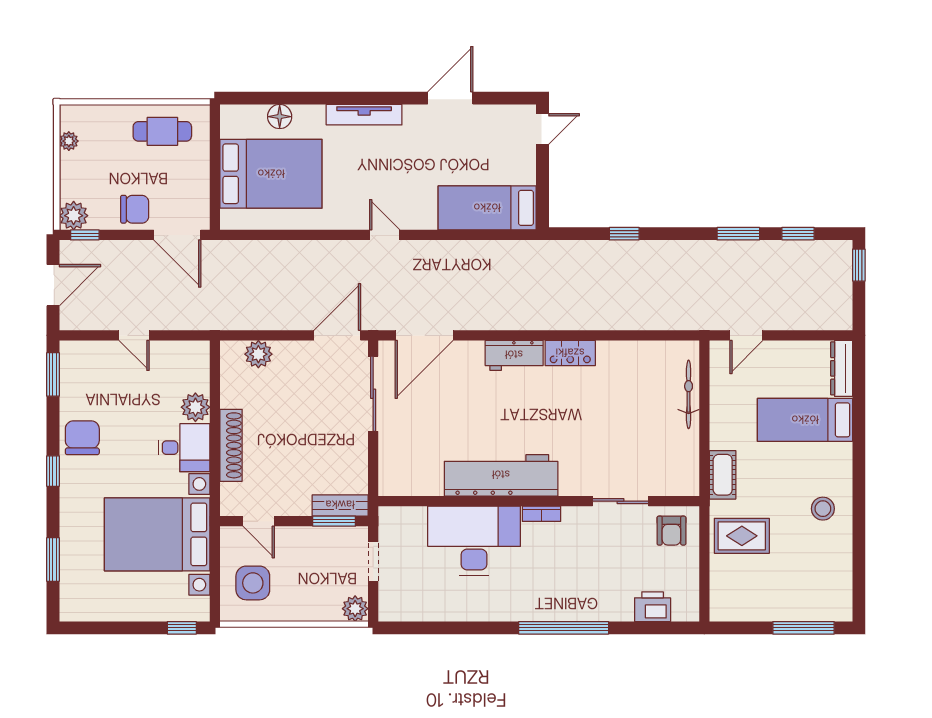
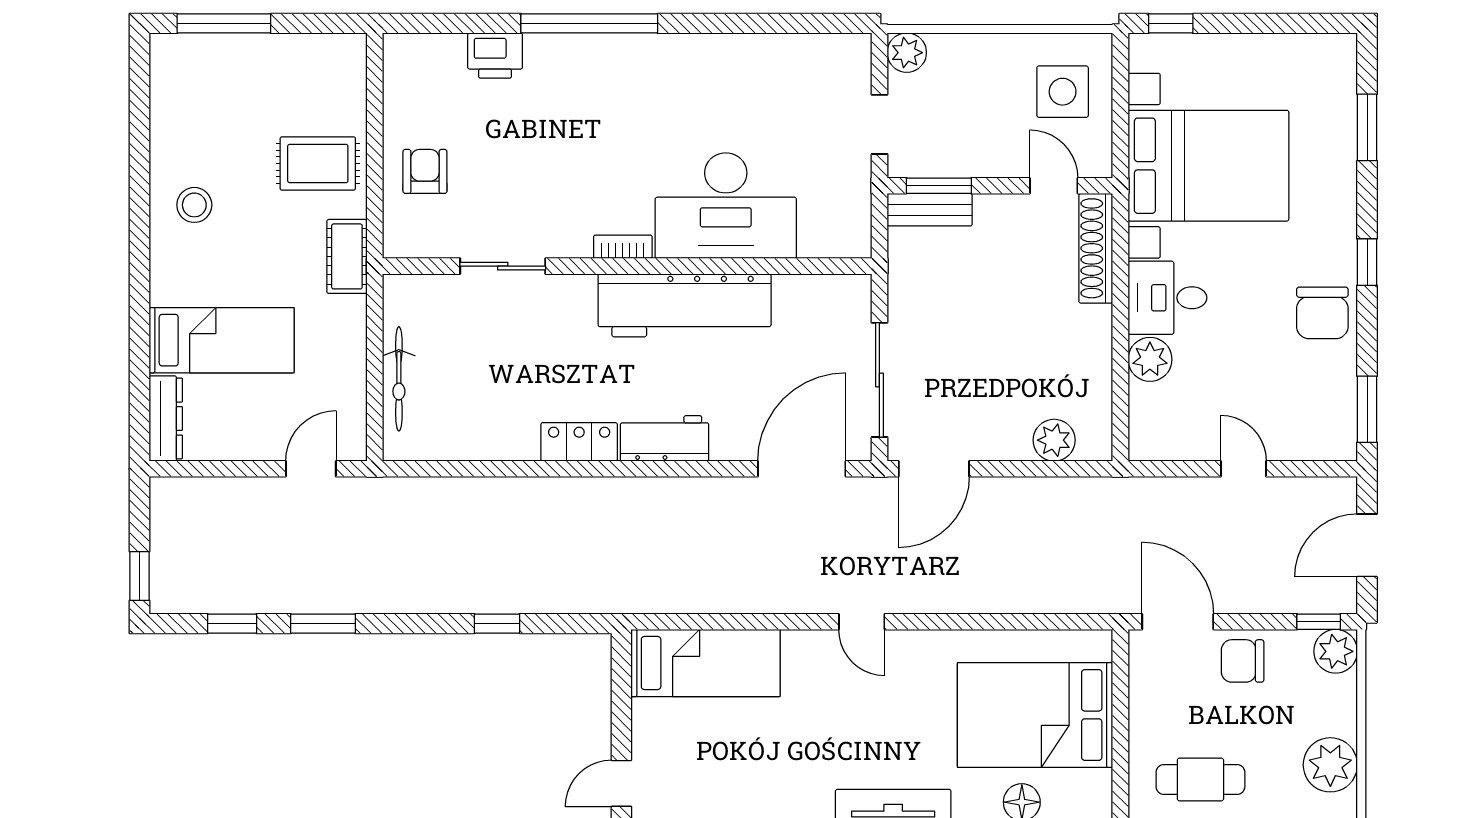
plant: (69, 141) -> (1330, 765), width x1.88, depth x1.88
shoe rack: (231, 445) -> (1096, 248), moved
workbench: (501, 475) -> (685, 305), moved
wall: (539, 501) -> (627, 266), moved
sliding door: (620, 501) -> (503, 266), moved
bookcase: (542, 514) -> (623, 247), moved
desk: (474, 541) -> (726, 206), moved
printer: (653, 607) -> (495, 56), moved

